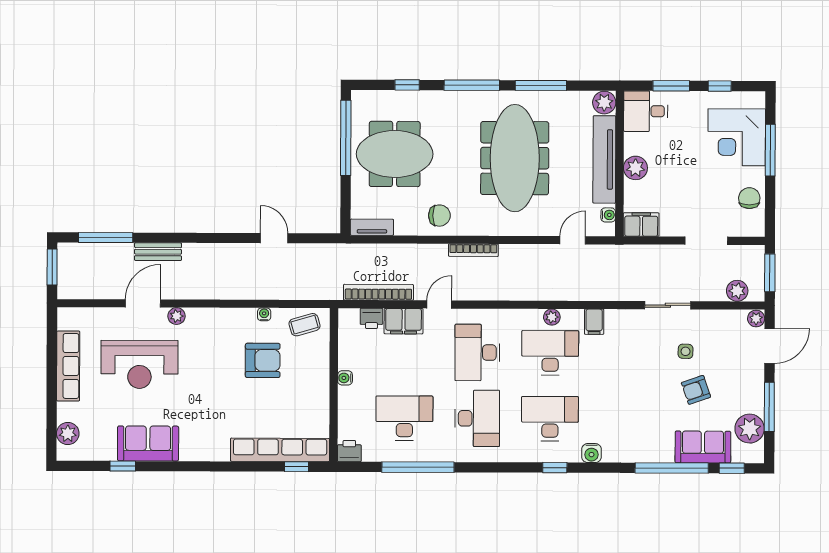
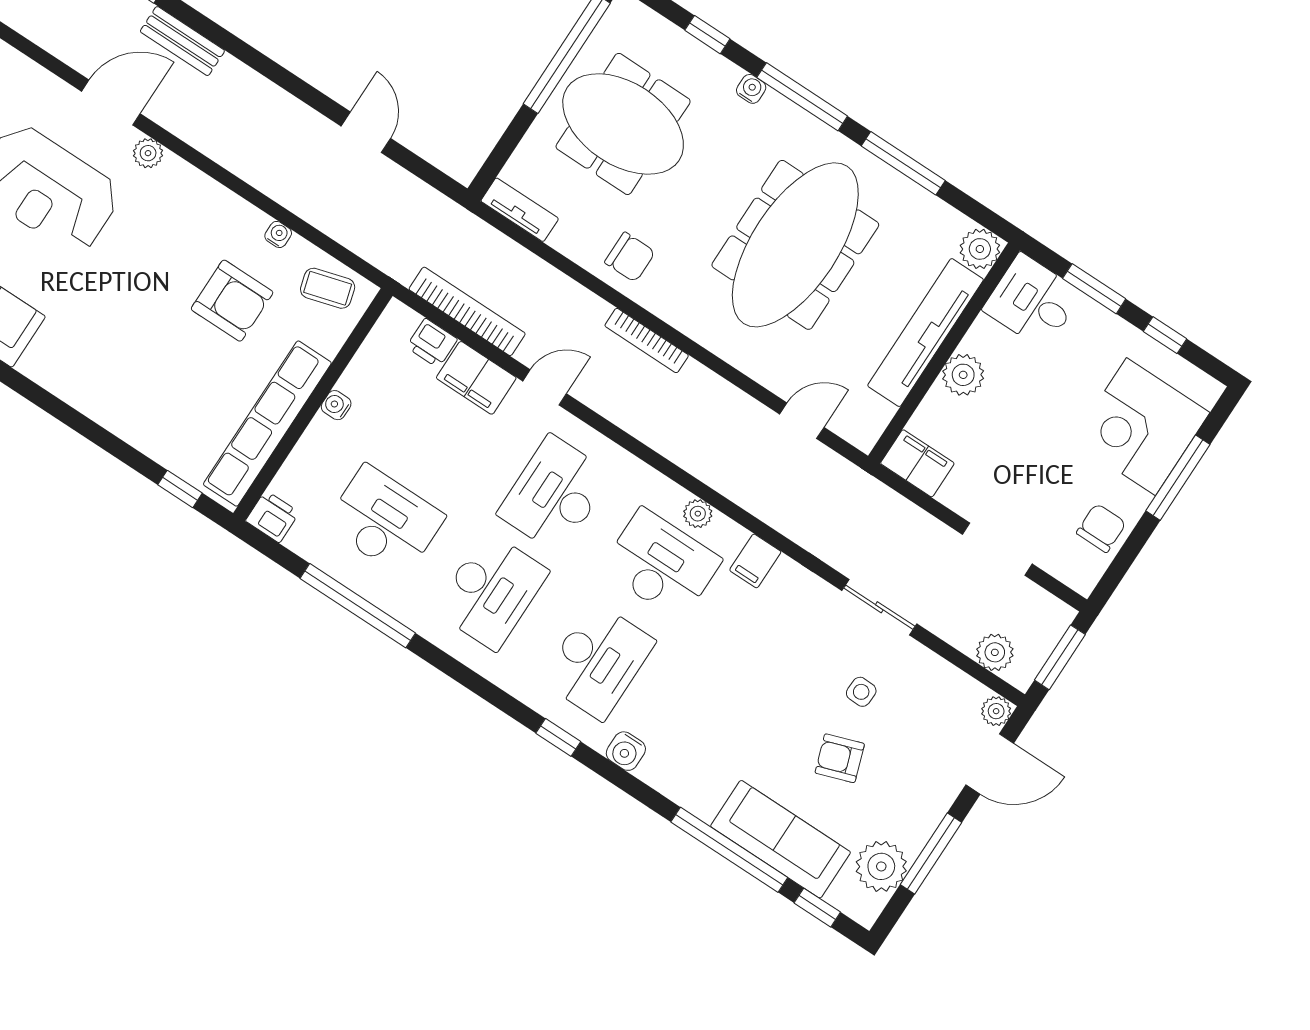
water cooler: (608, 215) -> (751, 89), moved, turned -90
desk: (550, 419) -> (598, 661), turned 90
sofa: (703, 447) -> (781, 839), width x1.36
row of seats: (280, 450) -> (267, 424), moved, turned -90

